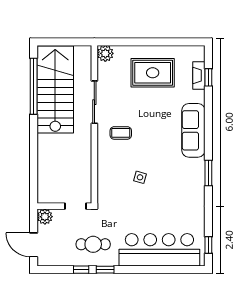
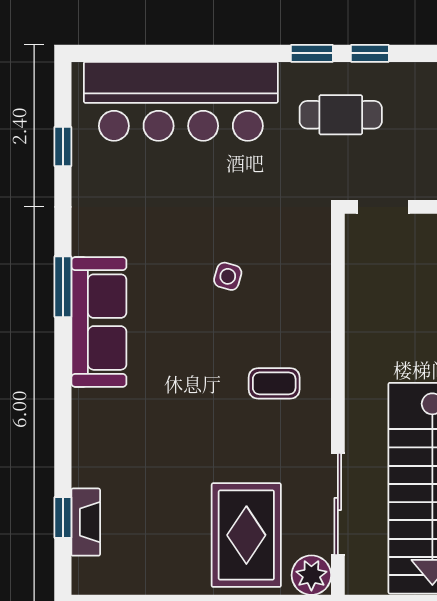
rug: (153, 73) -> (246, 535), moved, turned 90
sliding door: (94, 102) -> (338, 504), moved
sofa: (193, 130) -> (99, 322), moved
window: (208, 245) -> (63, 146), moved

